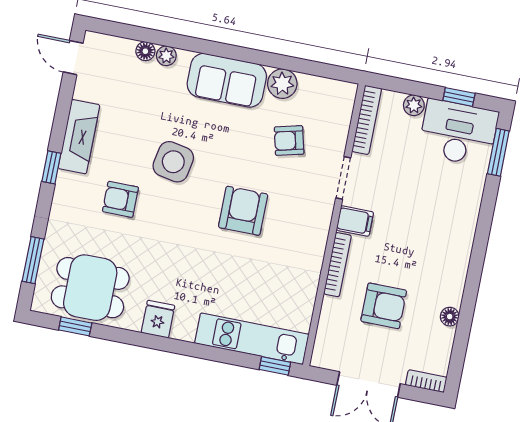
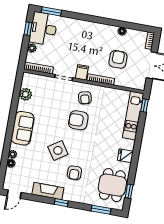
plant: (282, 84) -> (25, 94), moved
armchair: (289, 141) -> (85, 98), moved
side table: (173, 162) -> (58, 150), turned 45

